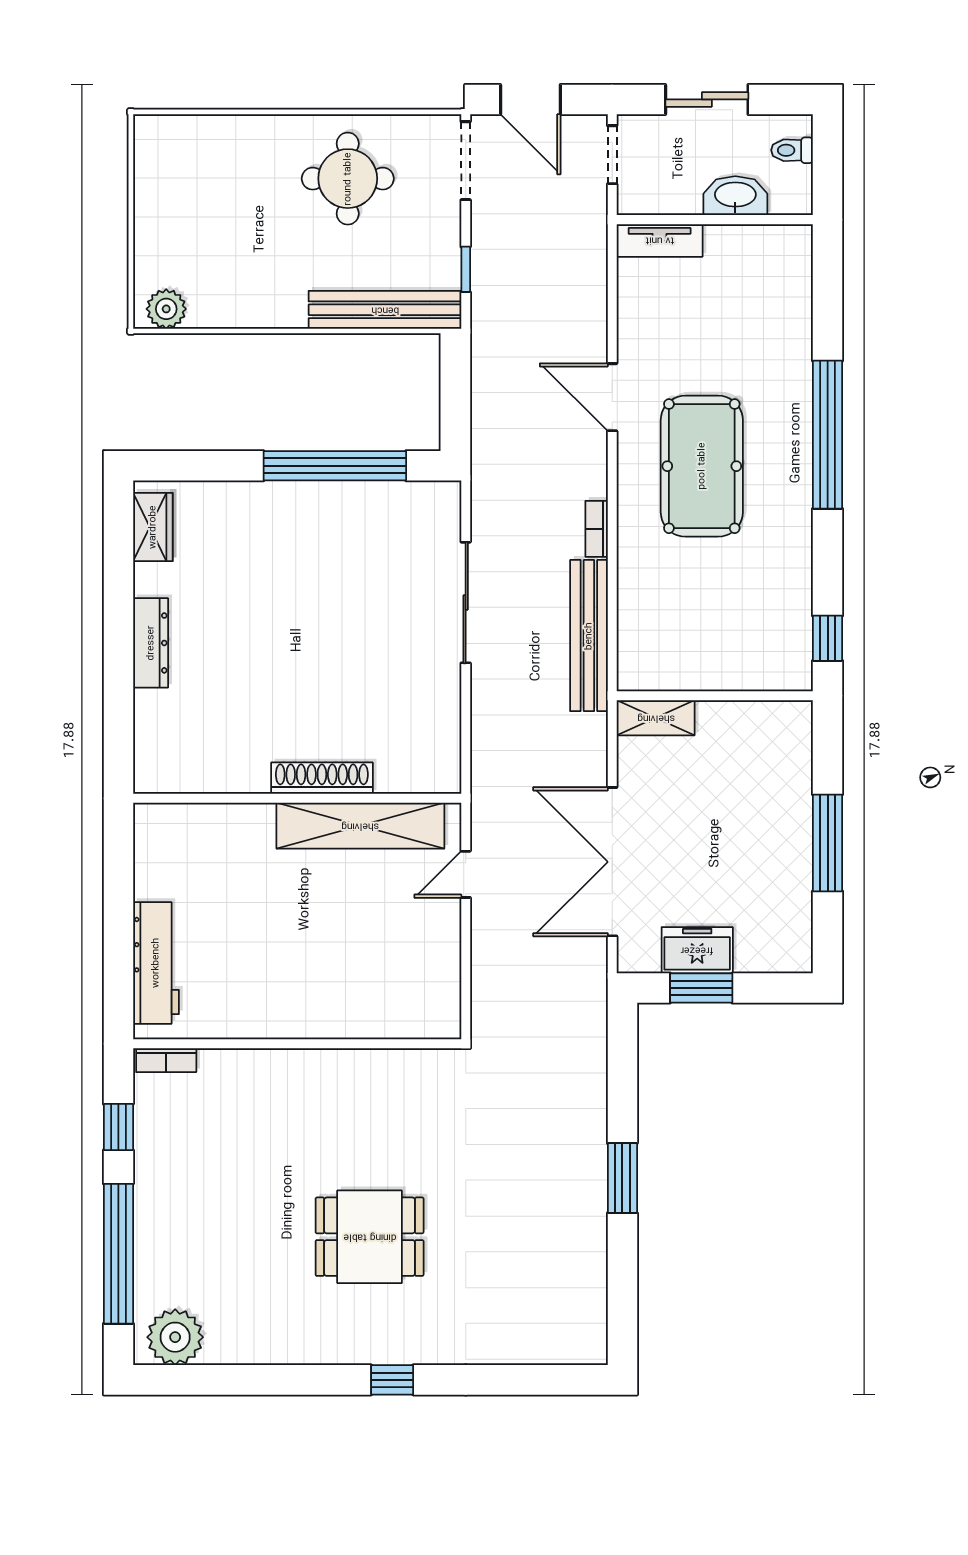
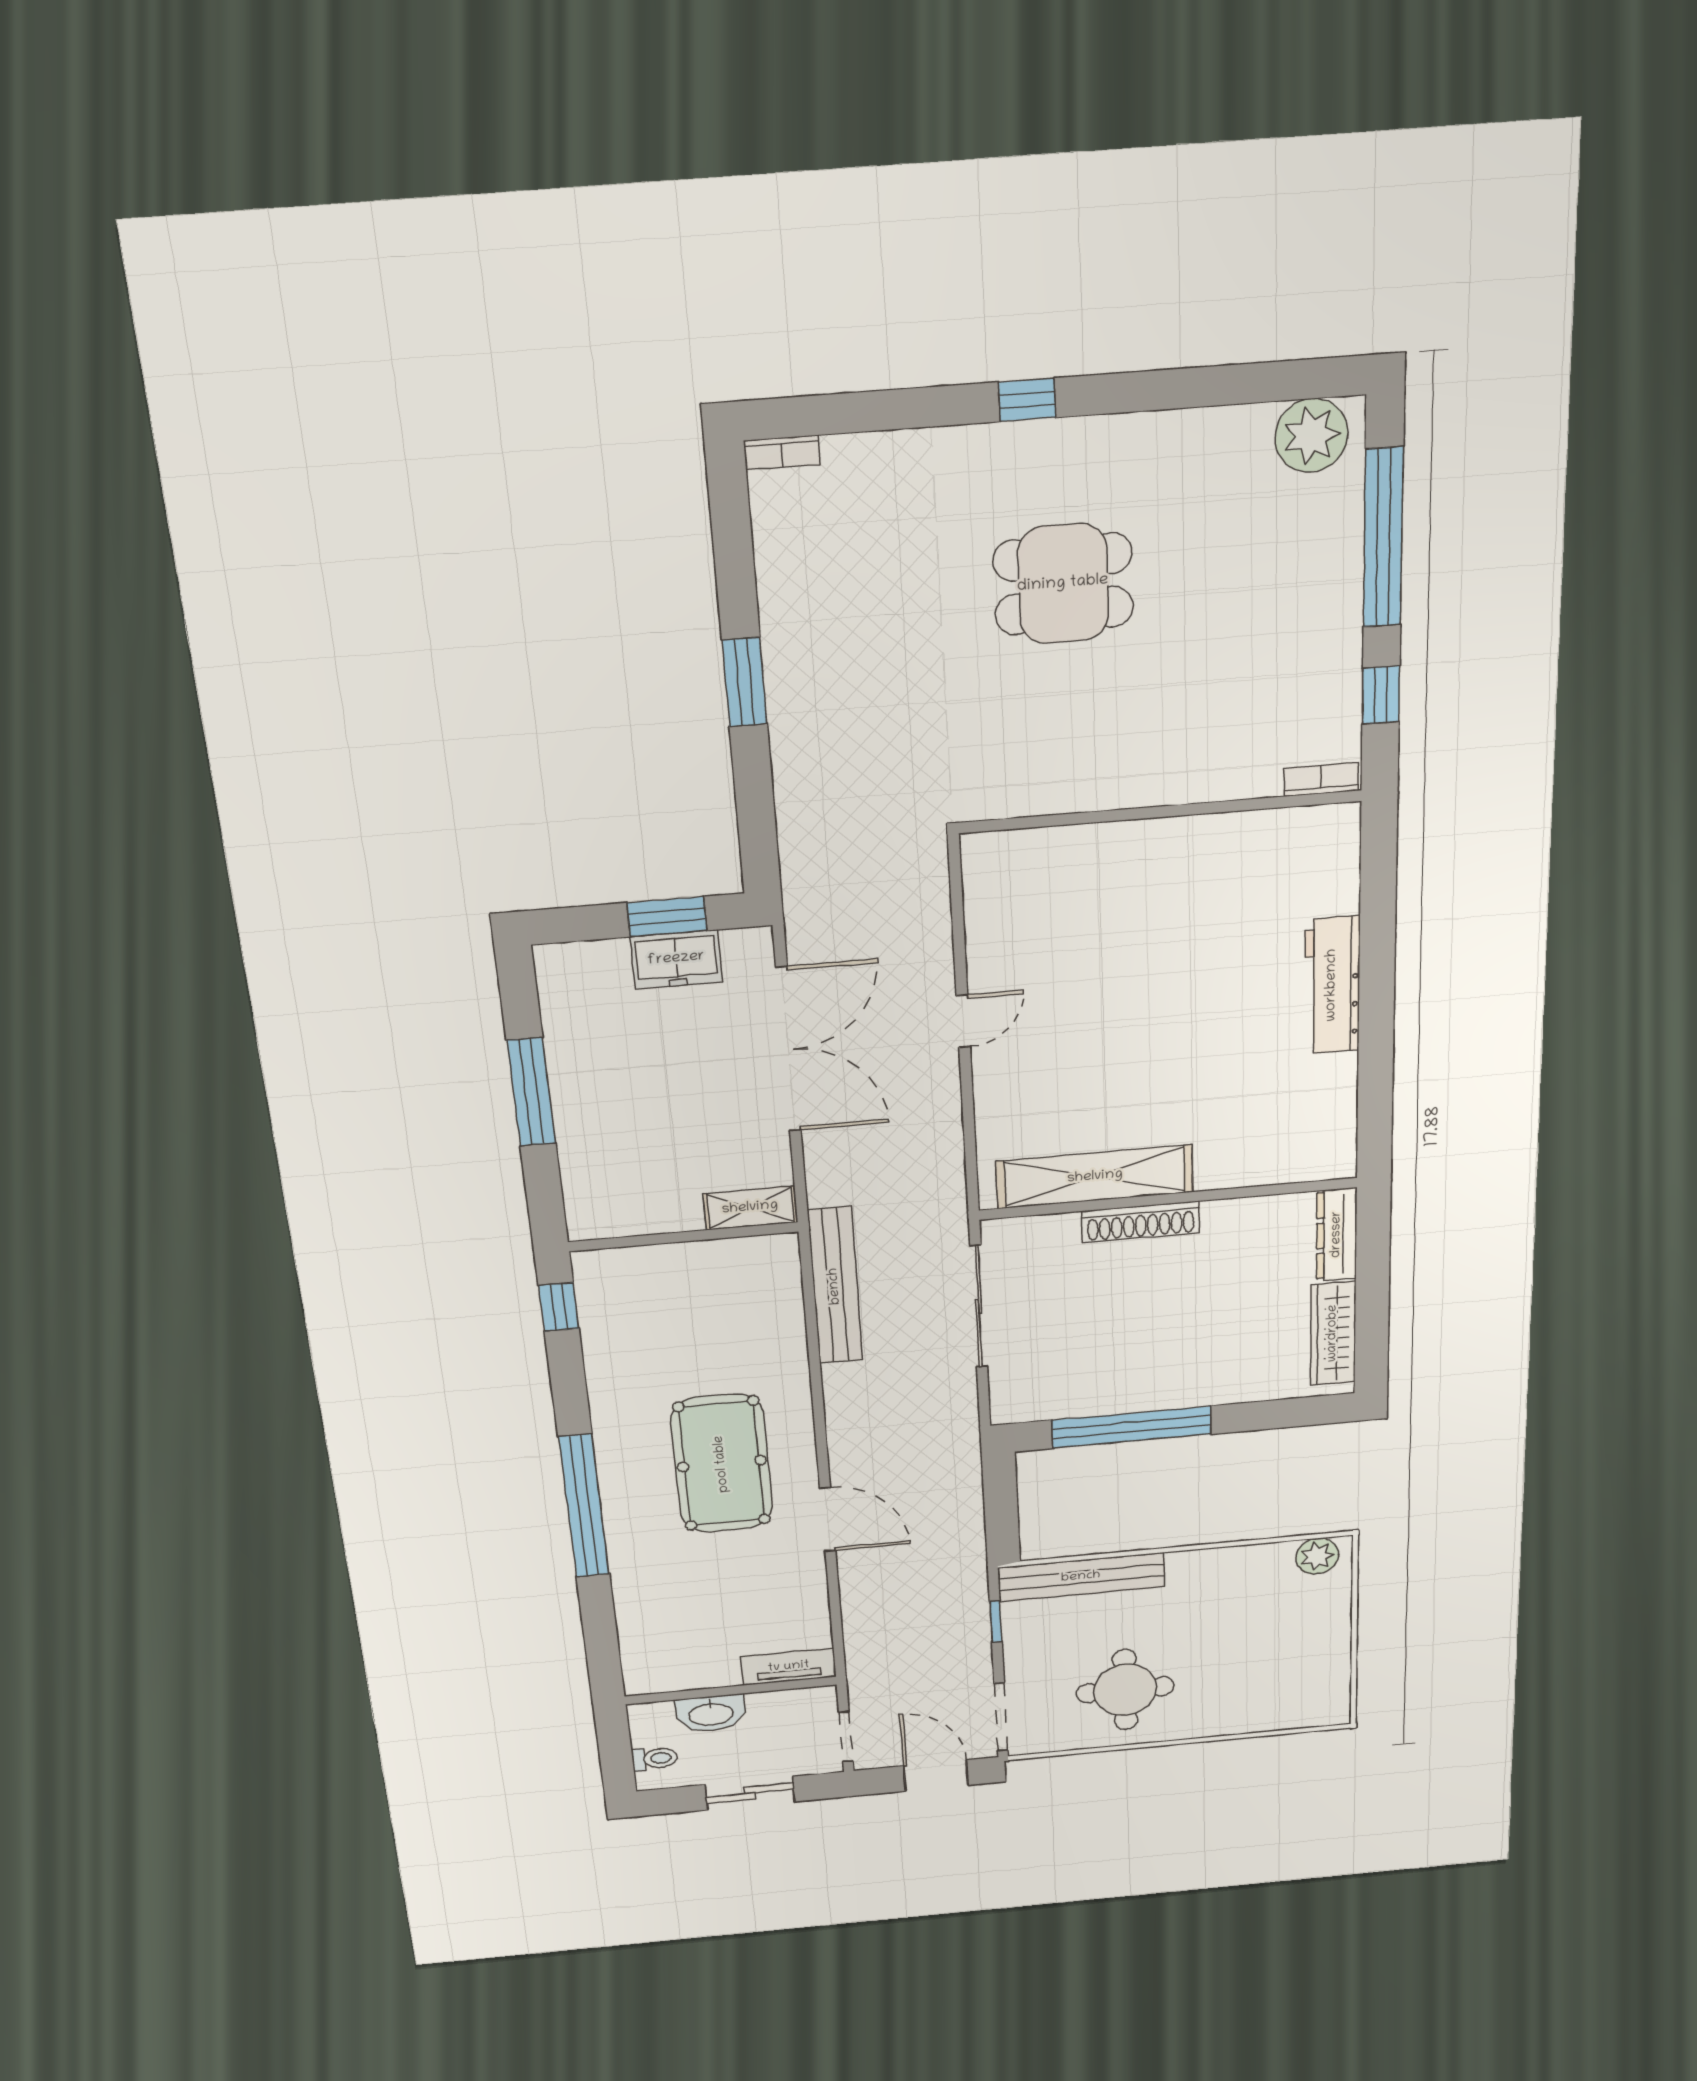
wardrobe: (153, 527) -> (1333, 1333), width x1.50
bookcase: (597, 529) -> (782, 453), moved, turned 90
shoe rack: (322, 778) -> (1141, 1222), moved
wall: (297, 798) -> (1169, 1199), moved
shelving: (360, 826) -> (1095, 1177), moved
workbench: (156, 963) -> (1332, 985), moved

